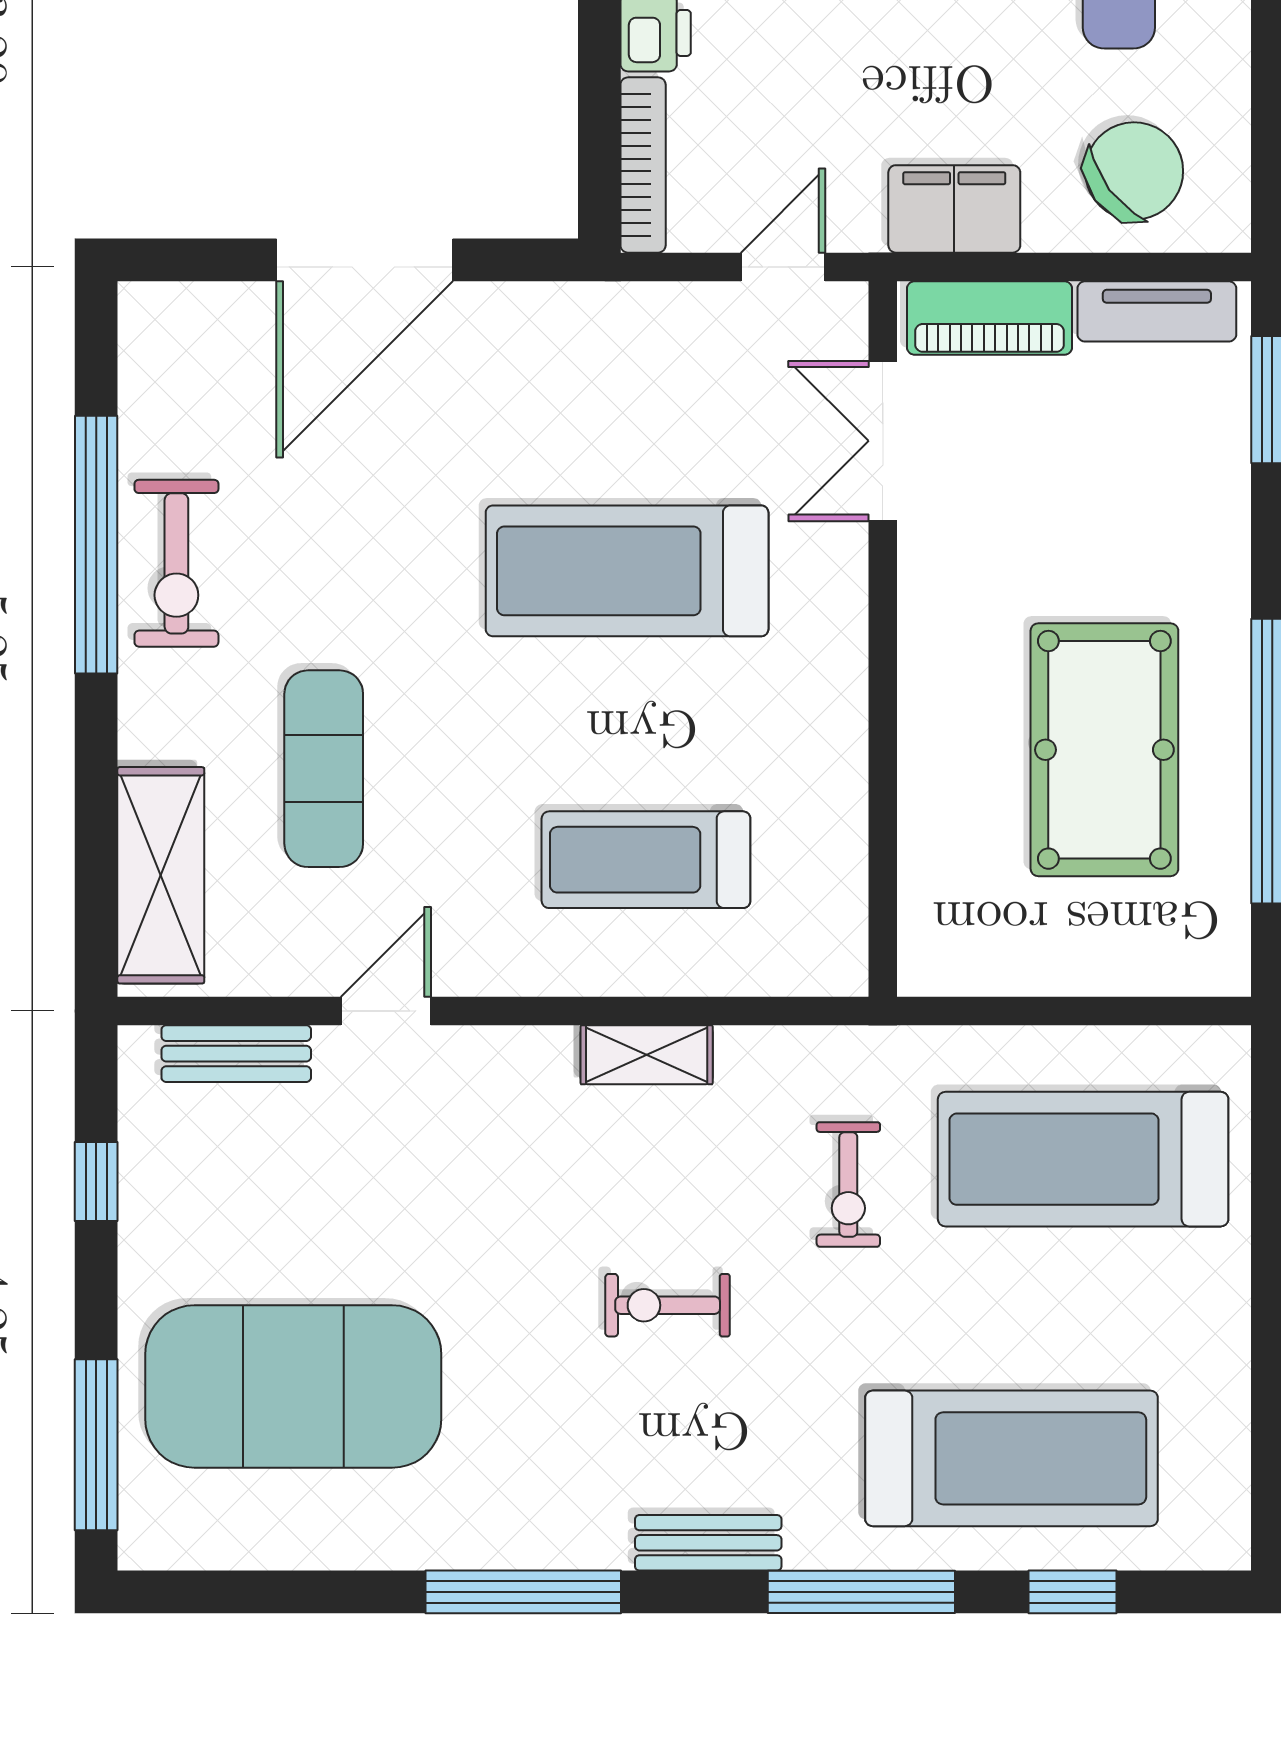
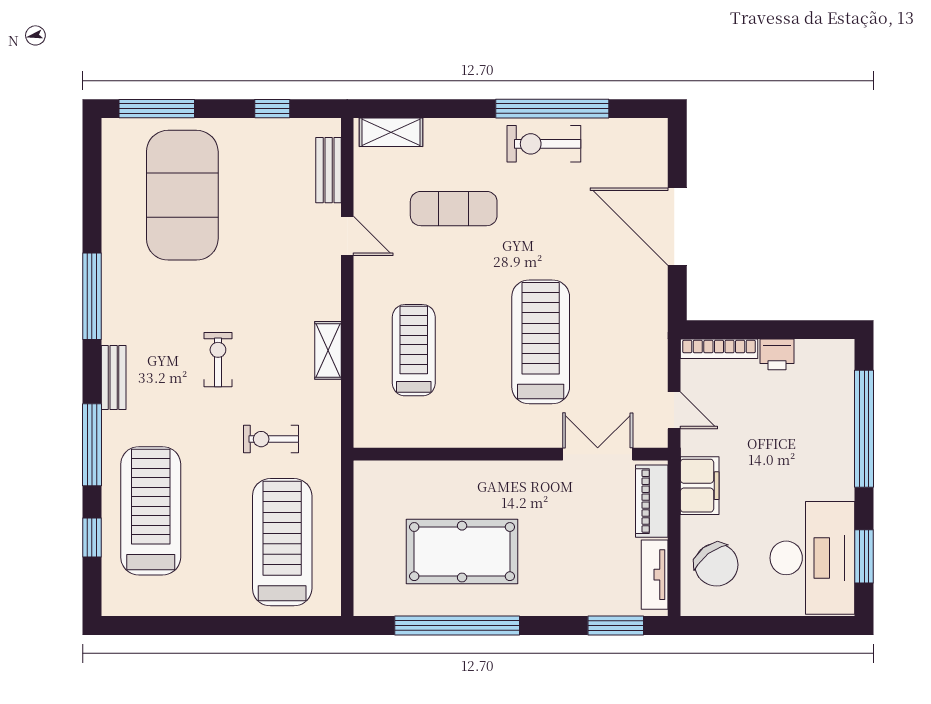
shelving: (161, 875) -> (391, 132), width x0.67, depth x0.75
treadmill: (1012, 1458) -> (151, 511), turned 180

